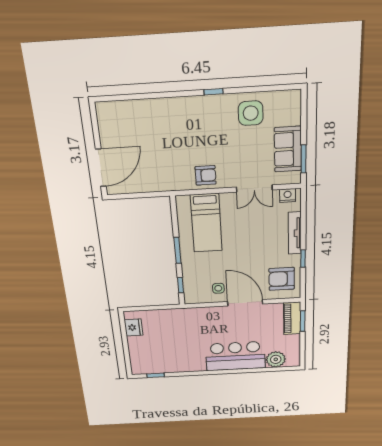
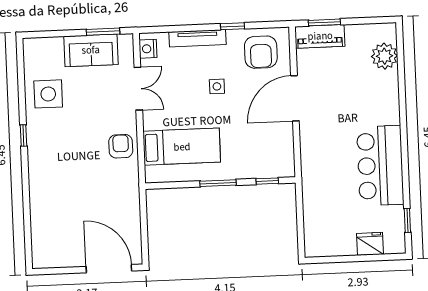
side table: (218, 288) -> (217, 86), moved
fridge: (133, 327) -> (370, 244), moved
bar counter: (235, 356) -> (380, 166), moved

